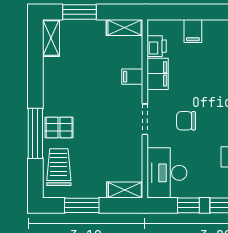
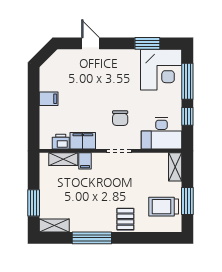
shelving: (125, 28) -> (63, 159), moved, turned 90
filing cabinet: (193, 31) -> (49, 99), moved
window: (35, 133) -> (92, 238), moved
trolley: (59, 167) -> (164, 207), moved

